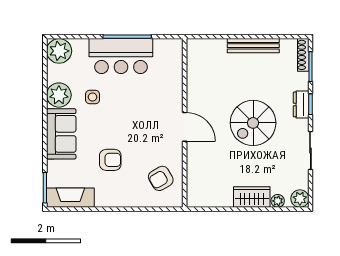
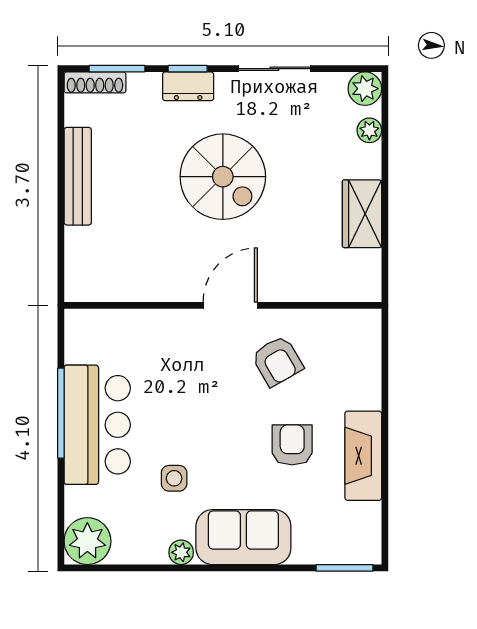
plant: (59, 95) -> (181, 552), width x0.53, depth x0.53
armchair: (161, 178) -> (277, 361), moved
wardrobe: (252, 197) -> (362, 214), moved
fireplace: (70, 198) -> (363, 456), moved

